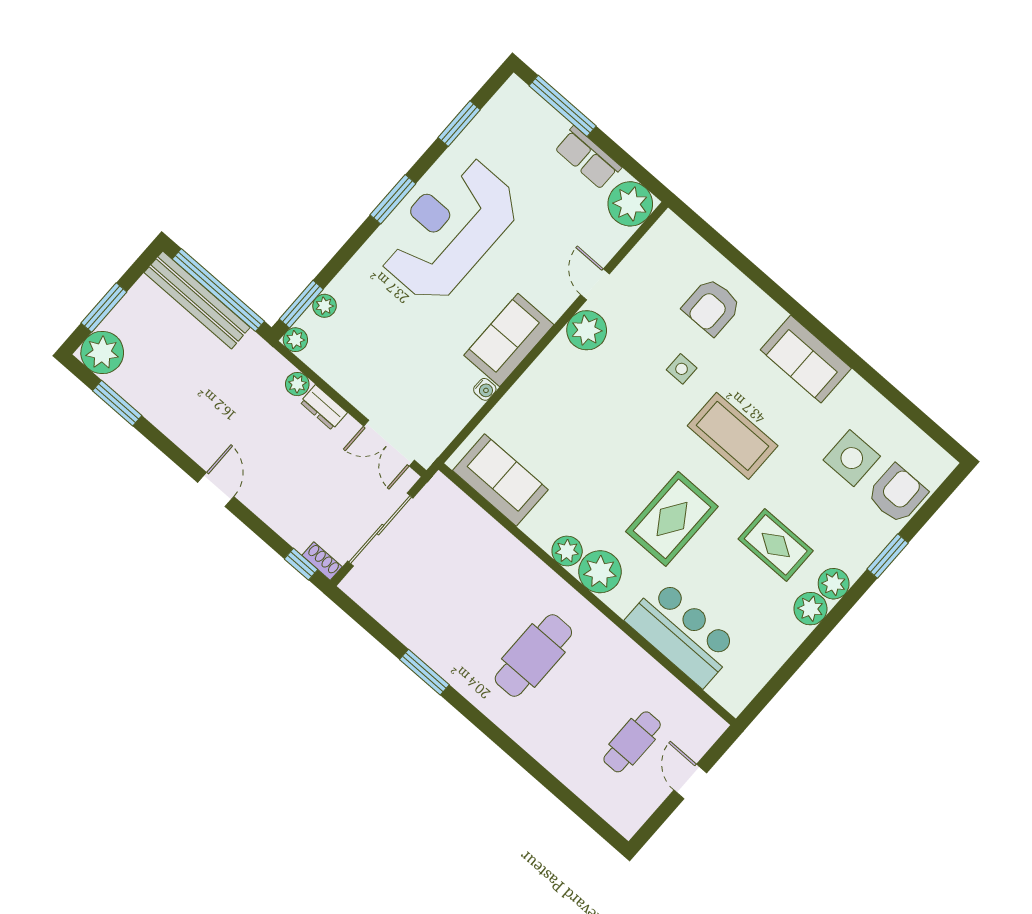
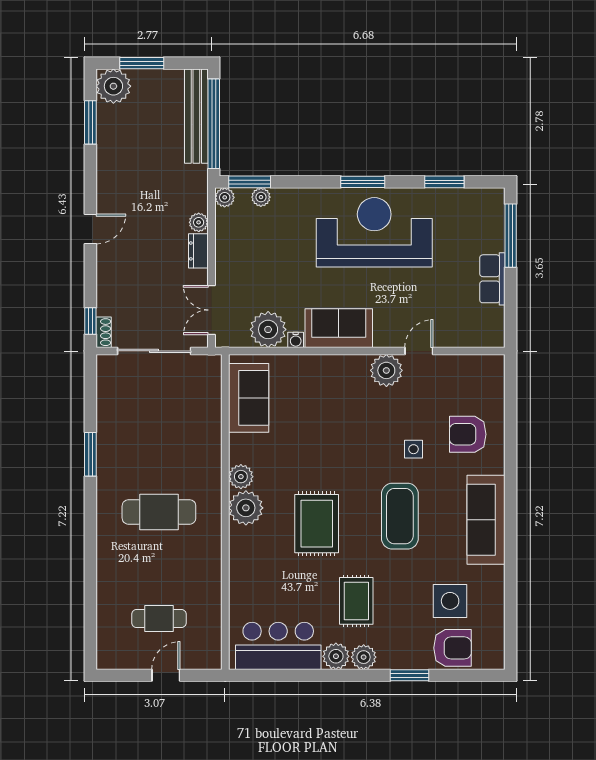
plant: (630, 204) -> (268, 329), moved
sofa: (806, 359) -> (486, 520), width x1.36
rug: (672, 519) -> (317, 524), turned 90
bar counter: (682, 633) -> (278, 646), moved, turned -90

